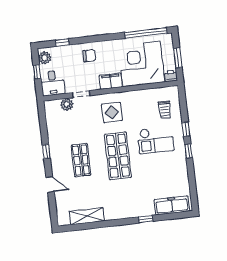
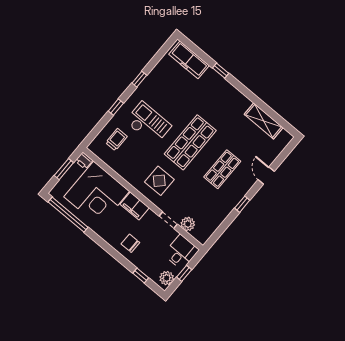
window: (188, 151) -> (139, 79), moved

